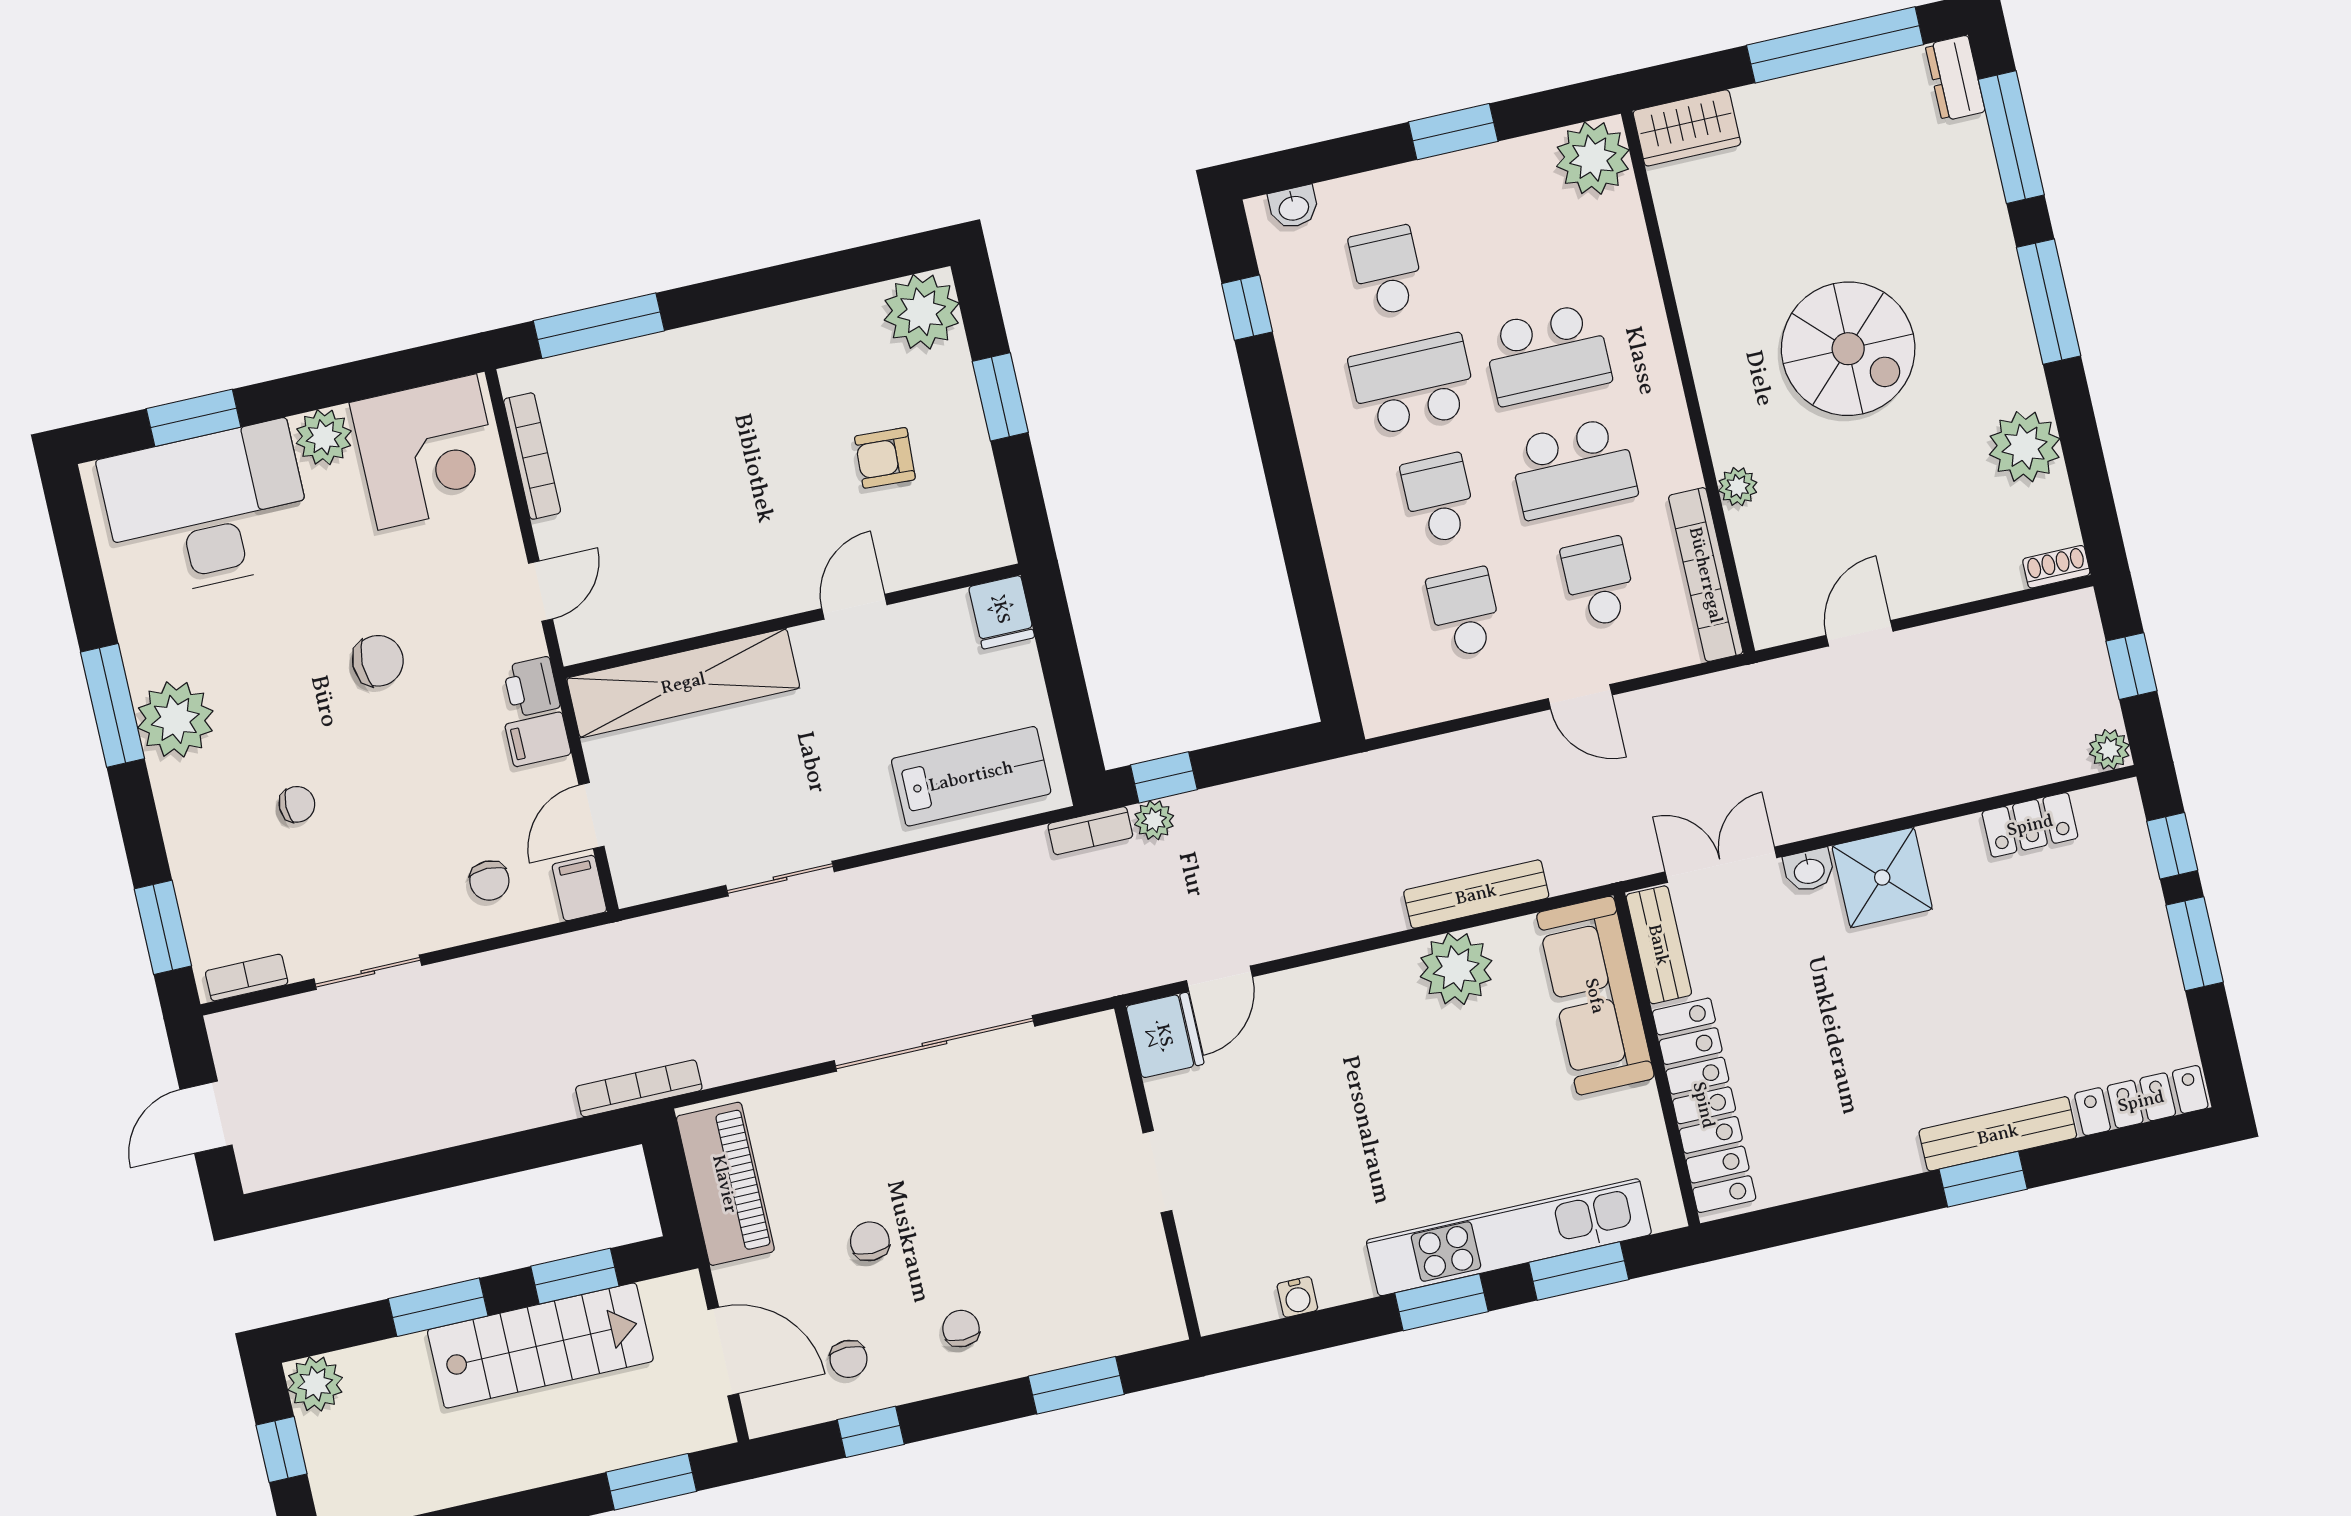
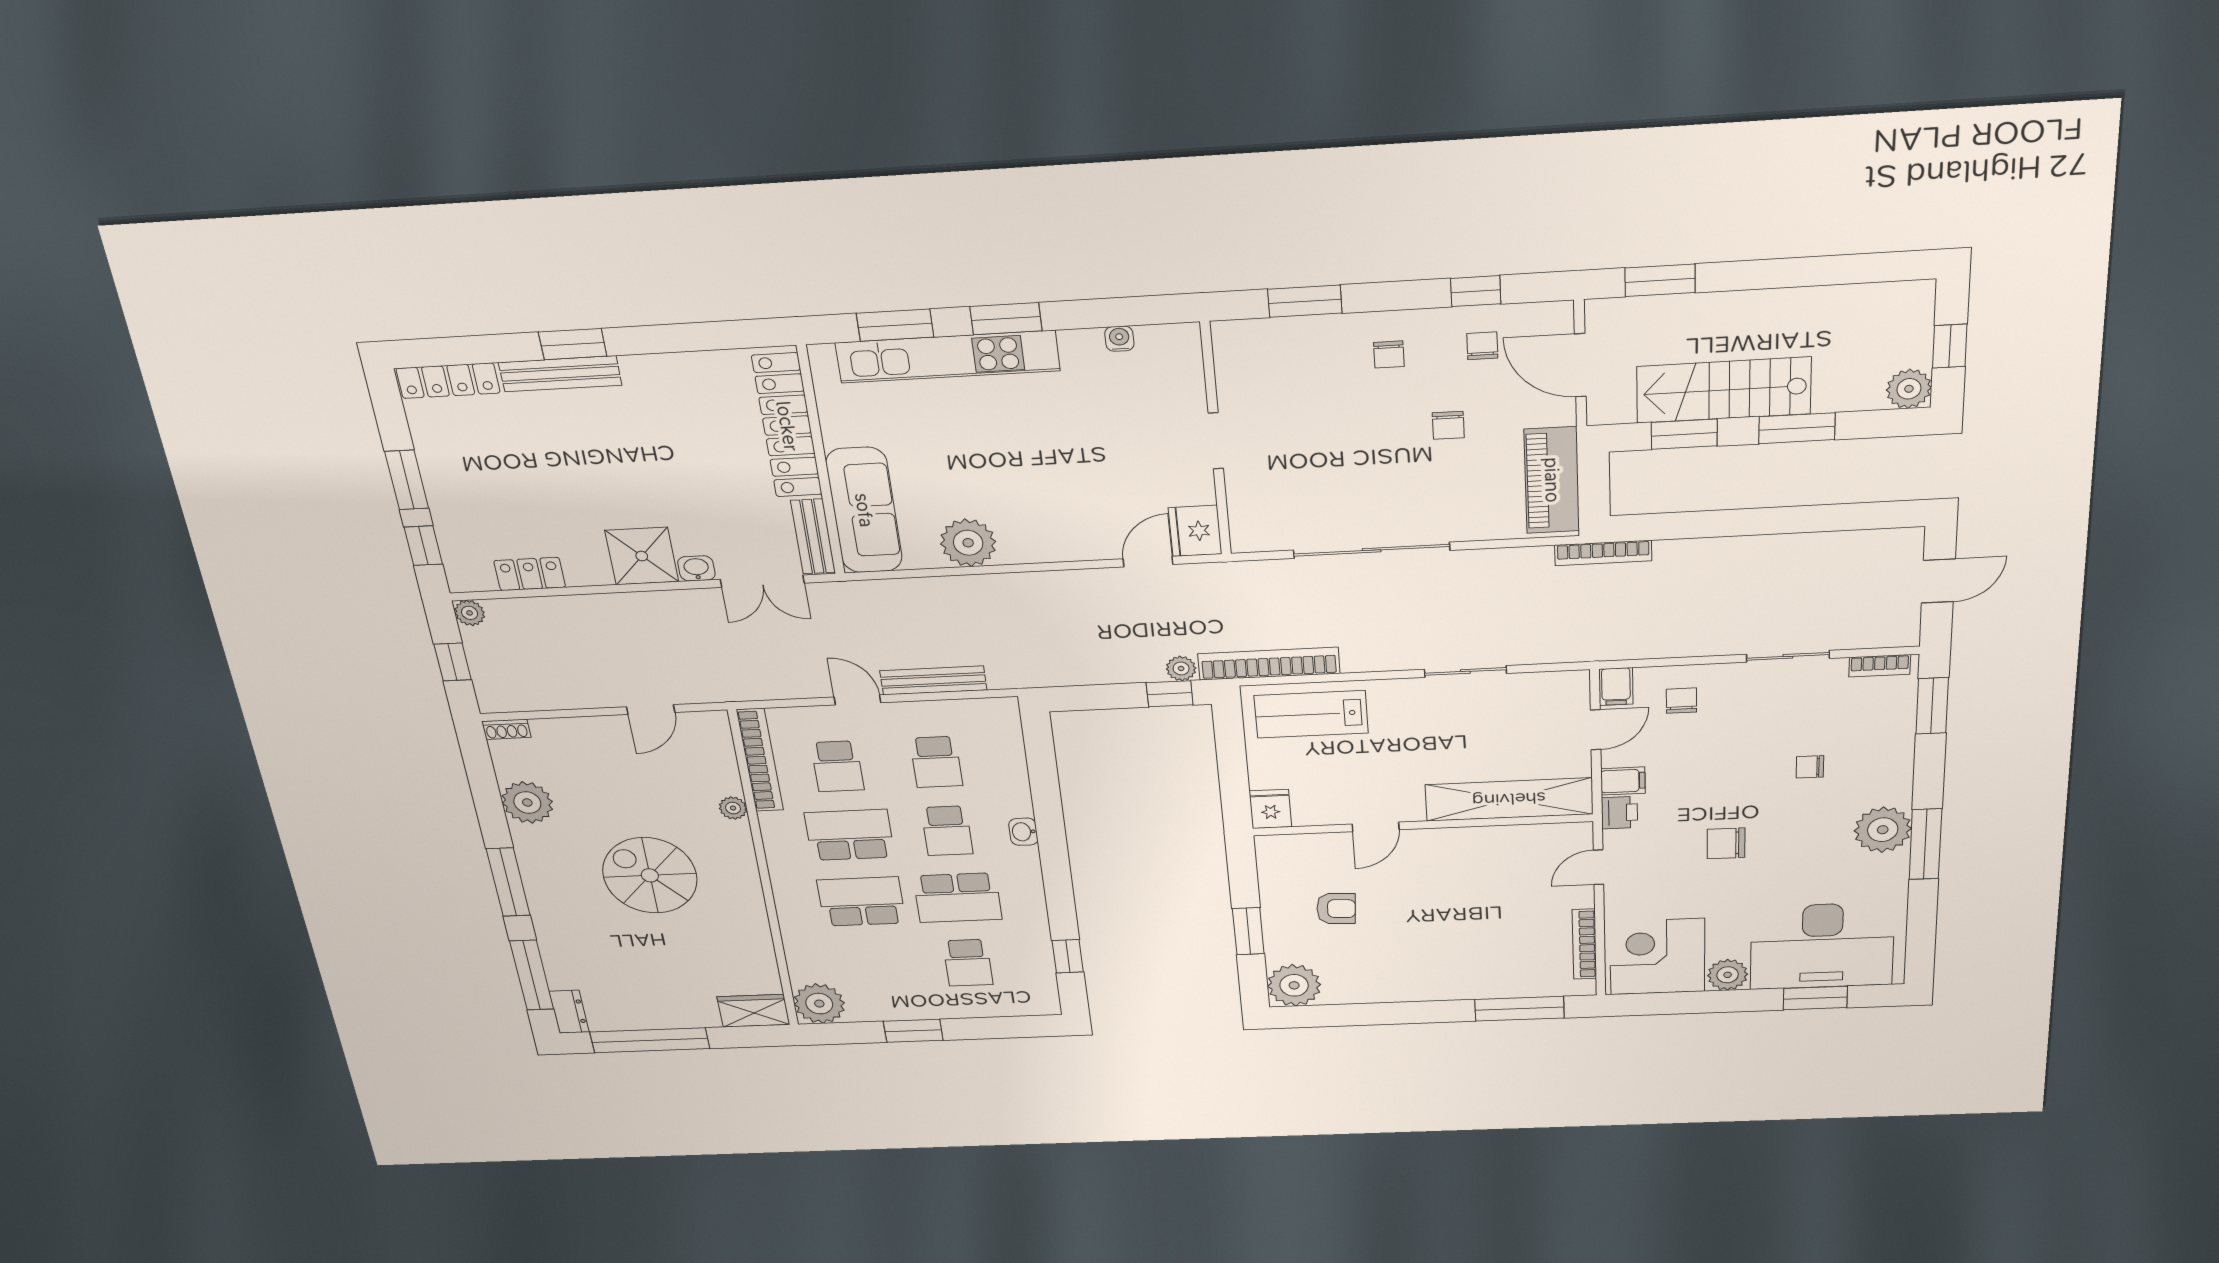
washbasin: (1294, 207) -> (1023, 832), moved, turned -90
bookcase: (1090, 831) -> (1269, 664), width x2.31, depth x1.31
bench: (1476, 894) -> (933, 680), moved

